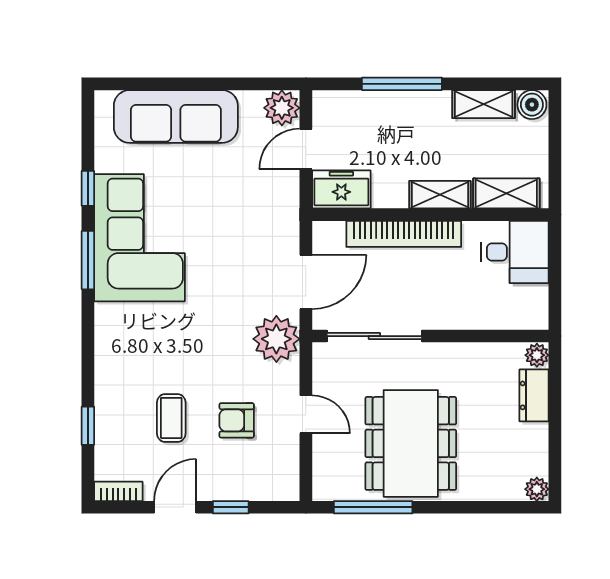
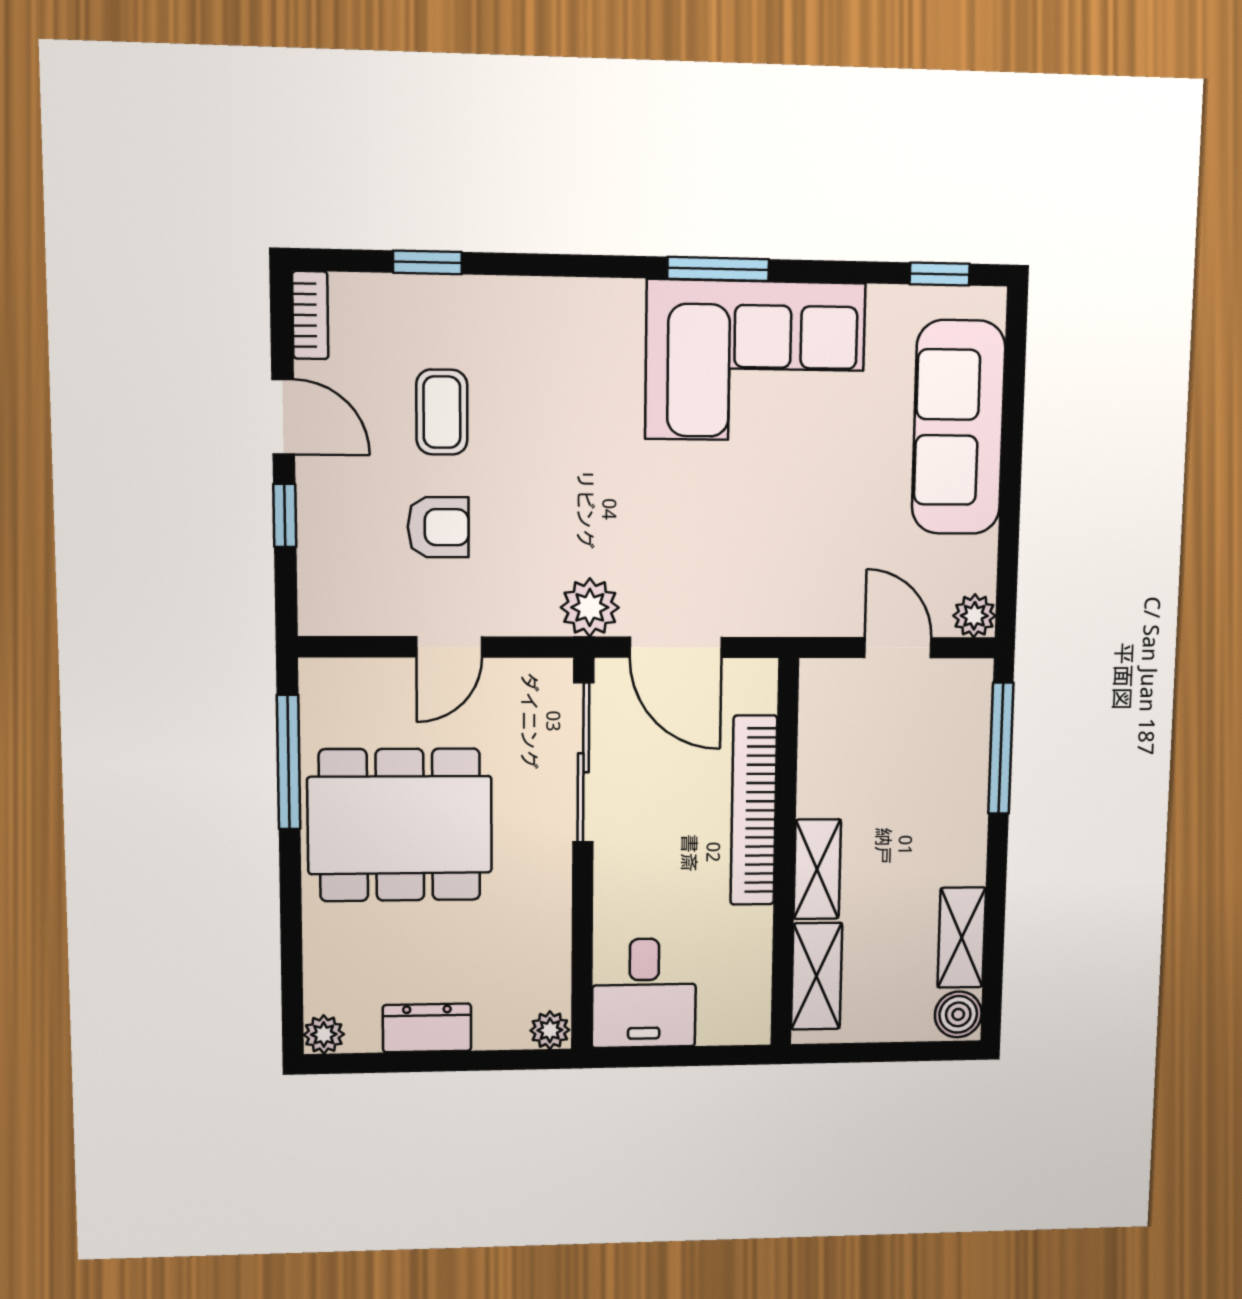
window: (402, 84) -> (1001, 748), moved
plant: (282, 108) -> (974, 616), width x0.73, depth x0.73
window: (88, 188) -> (940, 274), moved
freezer: (341, 189) -> (830, 707), removed
desk: (515, 252) -> (644, 993), moved
plant: (276, 339) -> (590, 607), width x0.73, depth x0.73
dresser: (534, 395) -> (427, 1028), moved
coffee table: (171, 418) -> (442, 412), turned 90
armchair: (237, 420) -> (438, 527), turned 90

